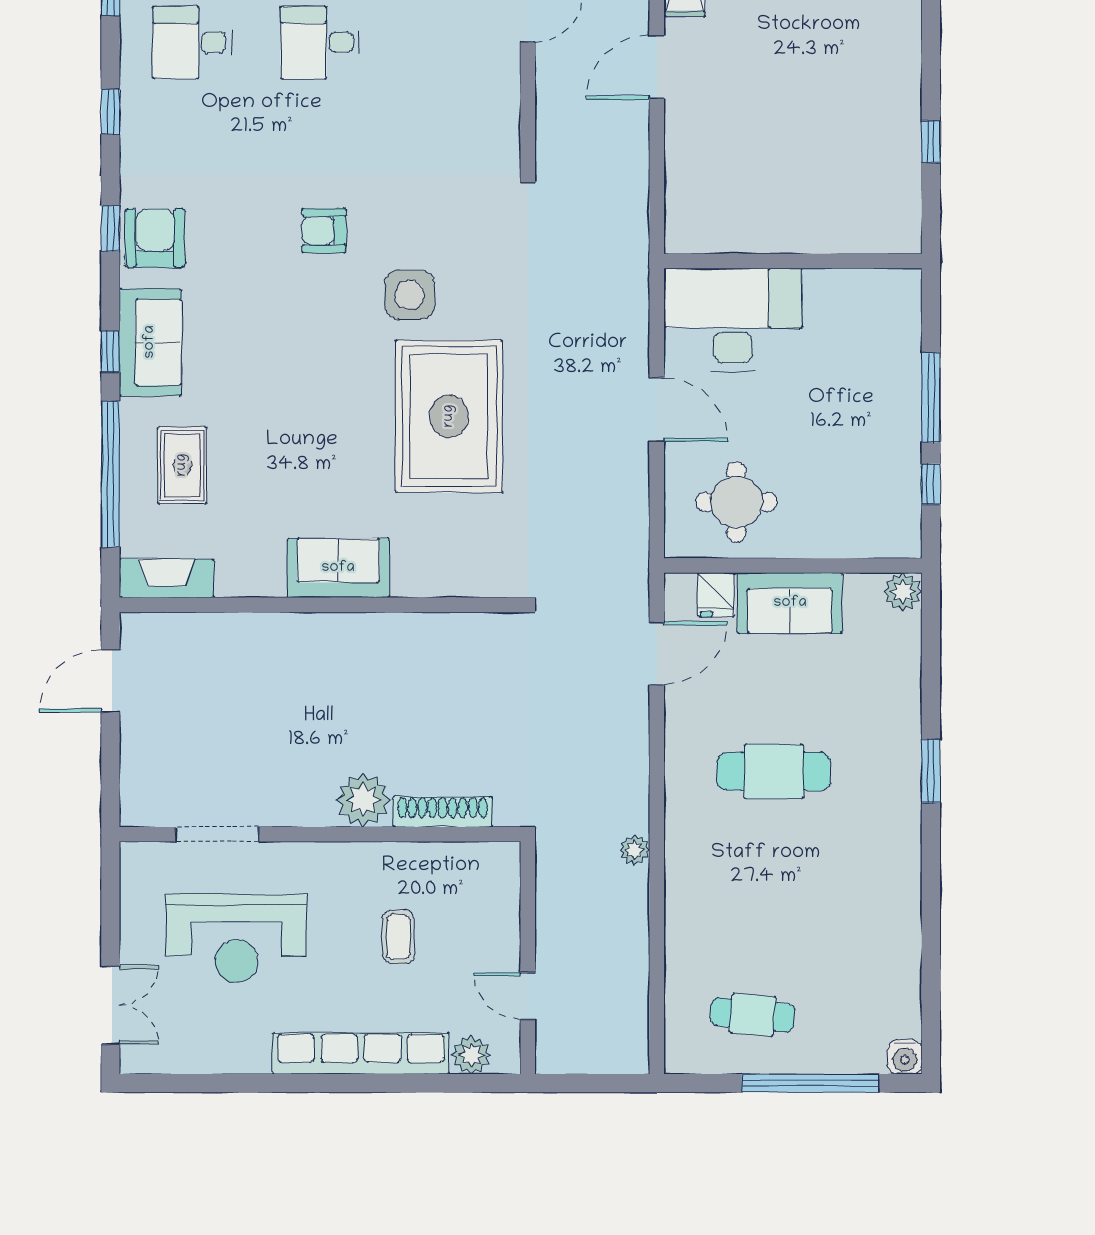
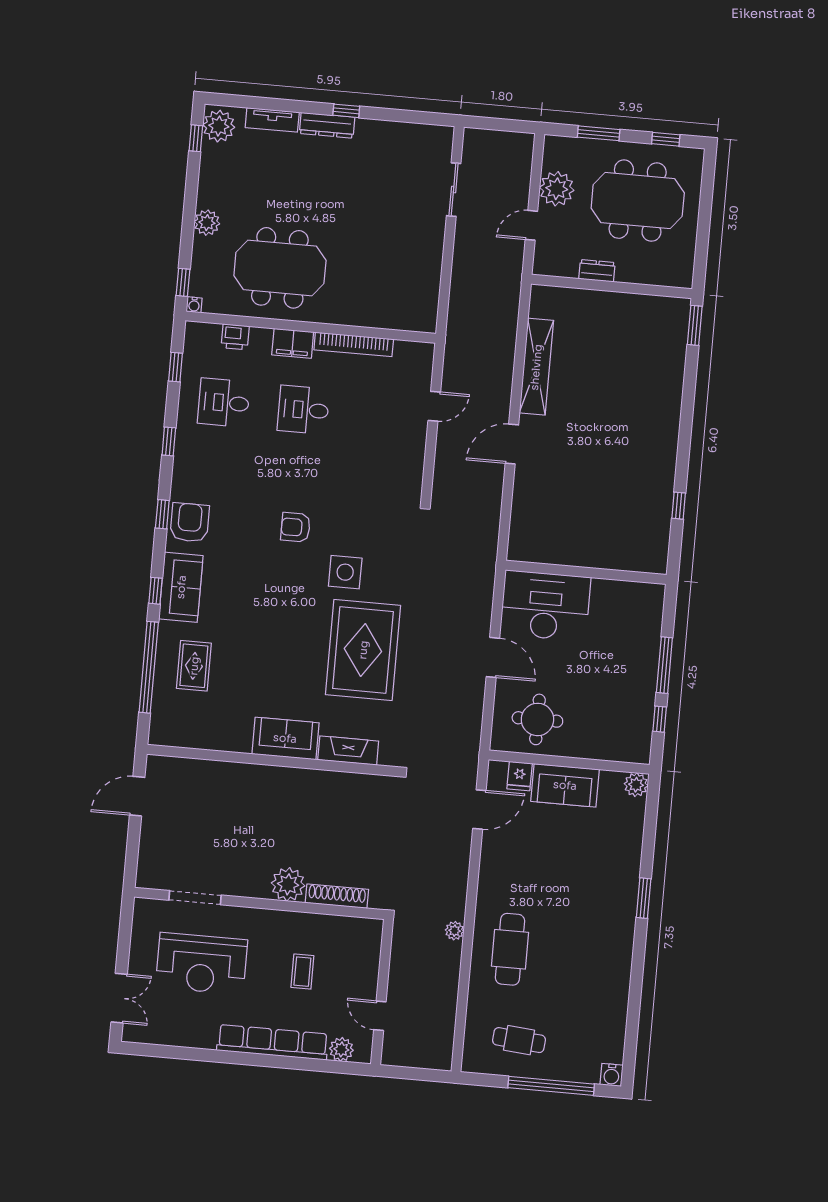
fireplace: (167, 578) -> (348, 751), moved
cafe table: (774, 771) -> (510, 949), moved, turned 90

